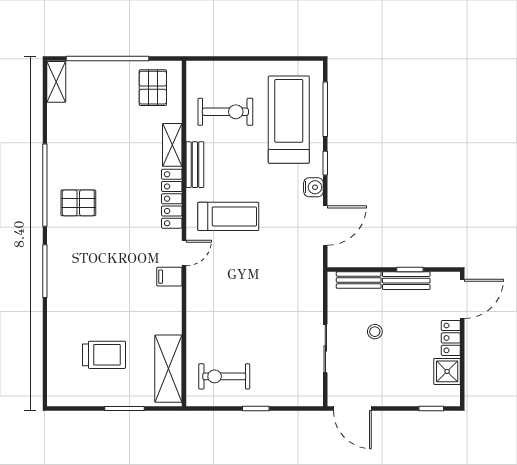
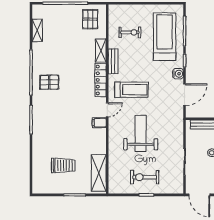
shelving: (56, 82) -> (37, 30), moved
exercise bike: (225, 112) -> (130, 32), width x0.73, depth x0.72
weight bench: (245, 296) -> (141, 133), added
exercise bike: (224, 376) -> (145, 177), moved

